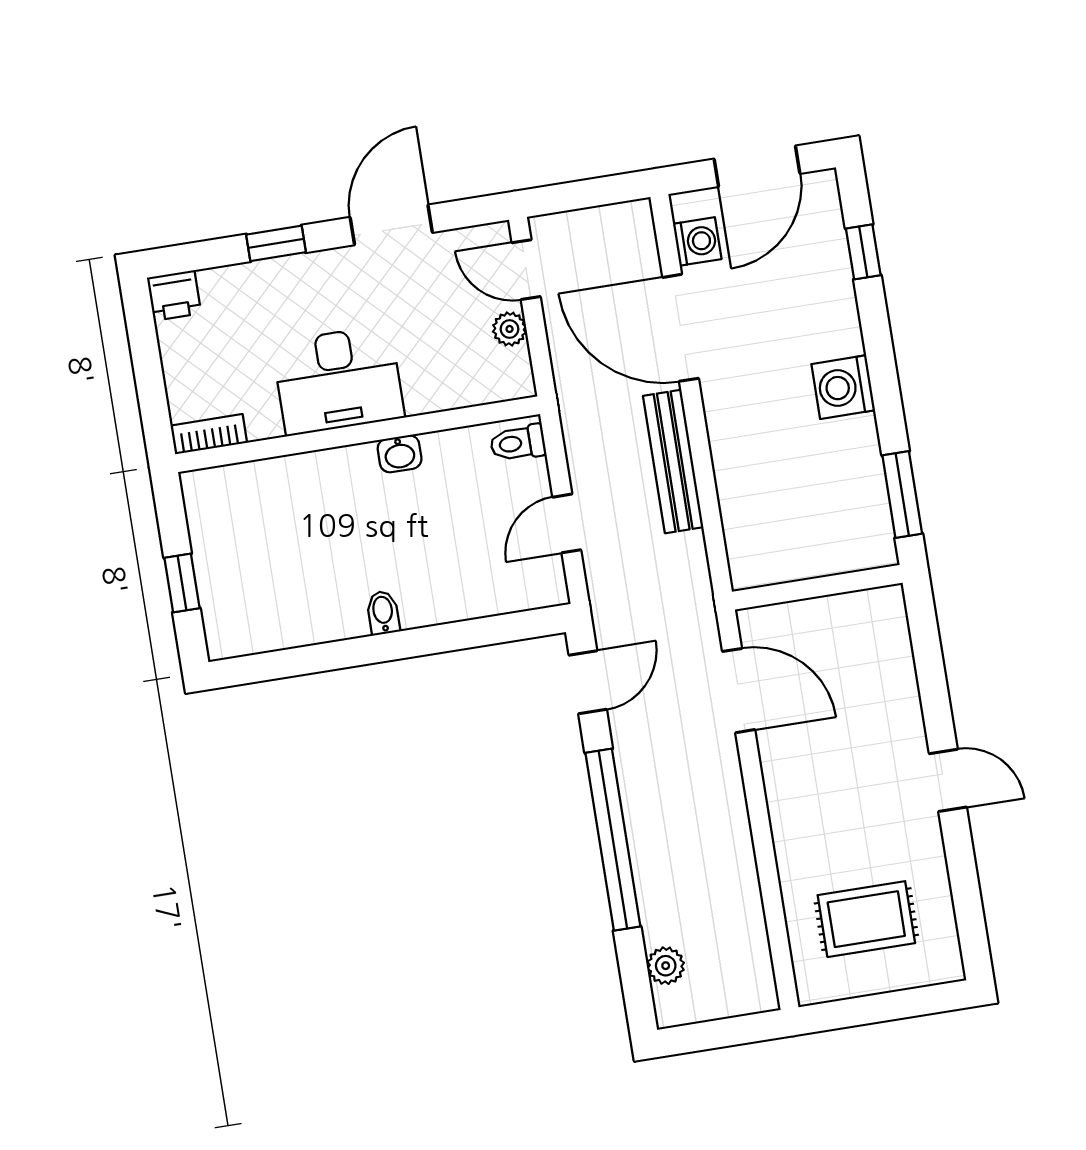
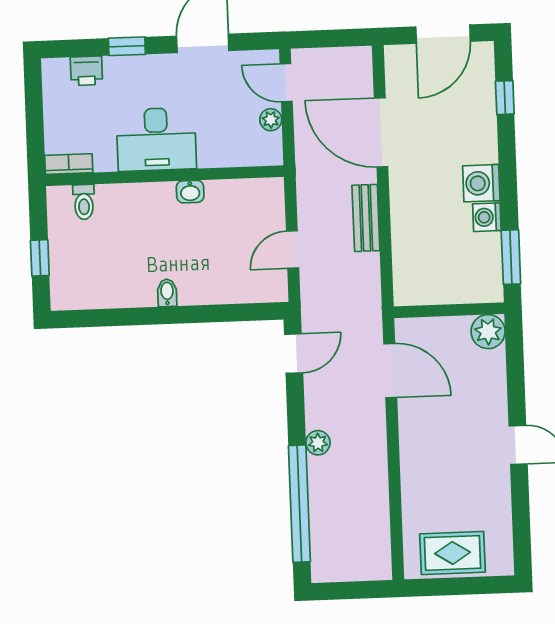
washing machine: (697, 241) -> (487, 217), moved, turned 180
printer: (174, 295) -> (86, 71), moved
toilet: (518, 443) -> (84, 202), moved, turned -90
bench: (673, 462) -> (366, 218), width x0.73
plant: (881, 613) -> (488, 332), added
window: (613, 840) -> (299, 504), moved
rug: (866, 919) -> (453, 553), moved
plant: (666, 966) -> (318, 443), moved

